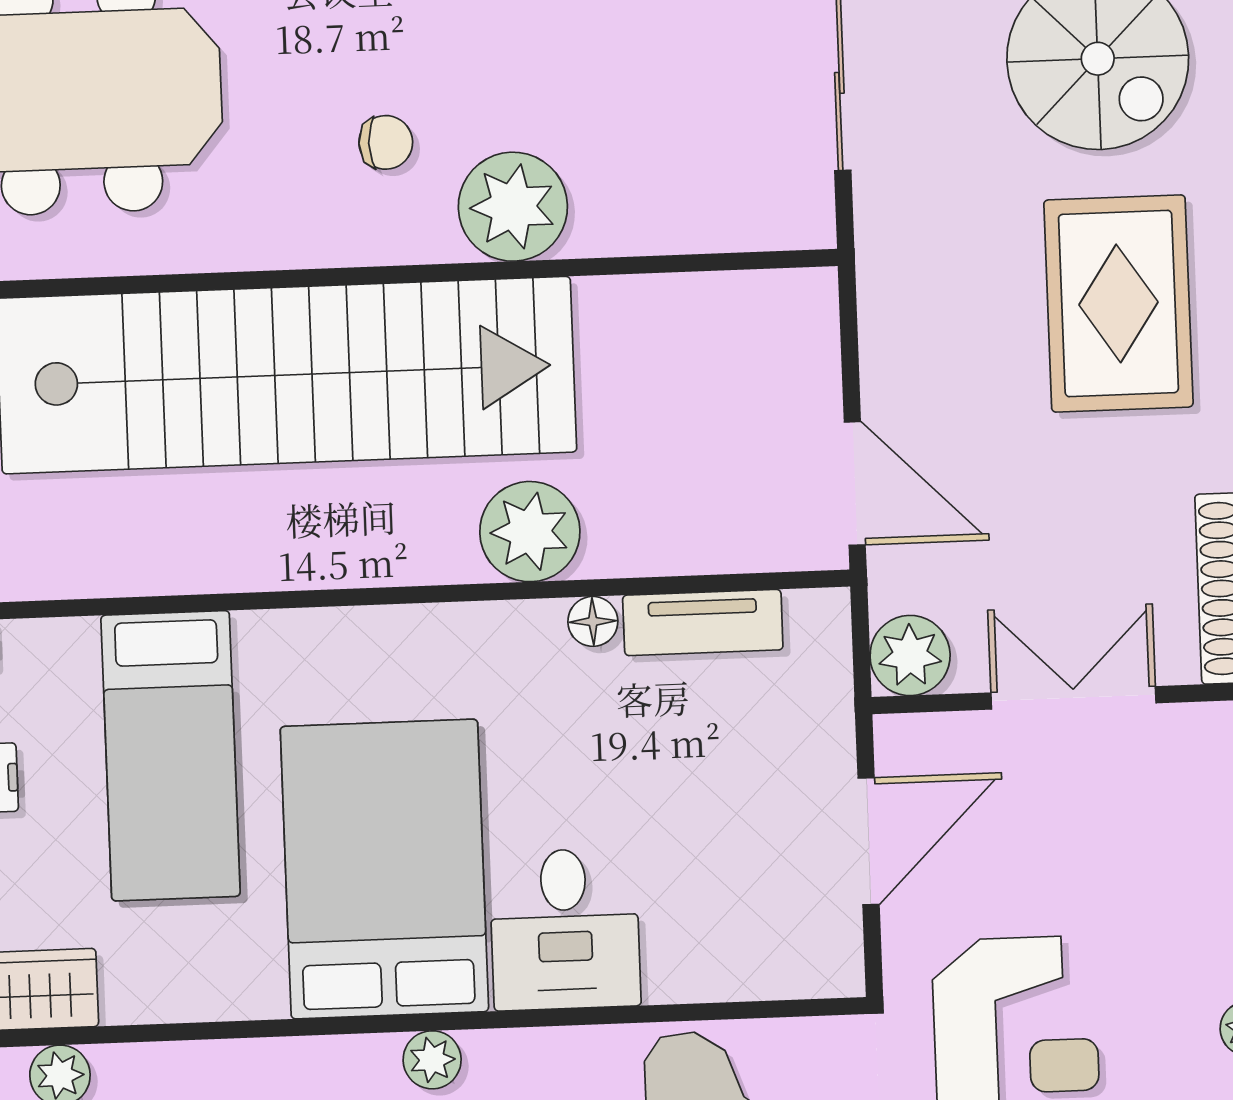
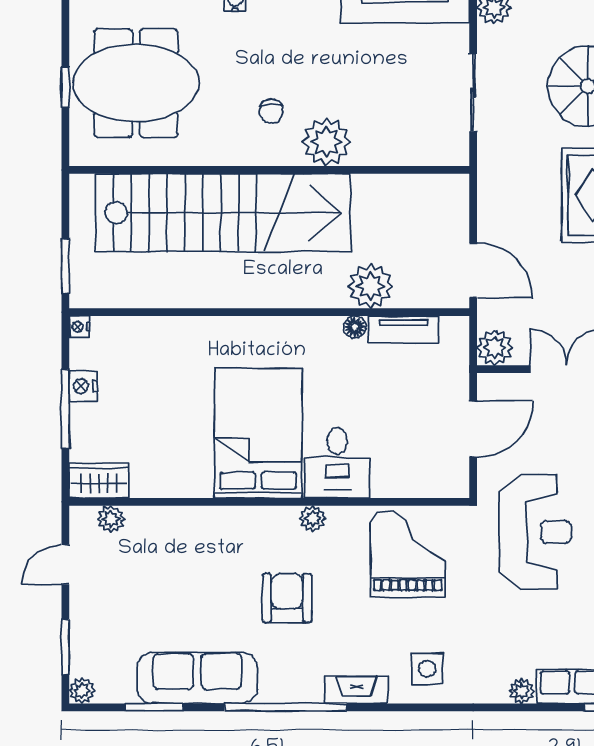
chair: (386, 142) -> (271, 111), turned 90
plant: (530, 532) -> (370, 286), moved
bed: (171, 756) -> (165, 379), removed
plant: (432, 1060) -> (313, 518), moved

